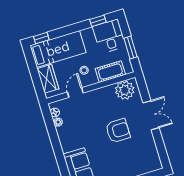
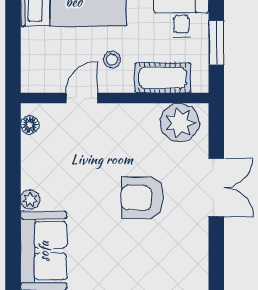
wardrobe: (48, 79) -> (36, 55), removed
plant: (58, 122) -> (30, 199), moved
armchair: (118, 131) -> (142, 198), turned 180

